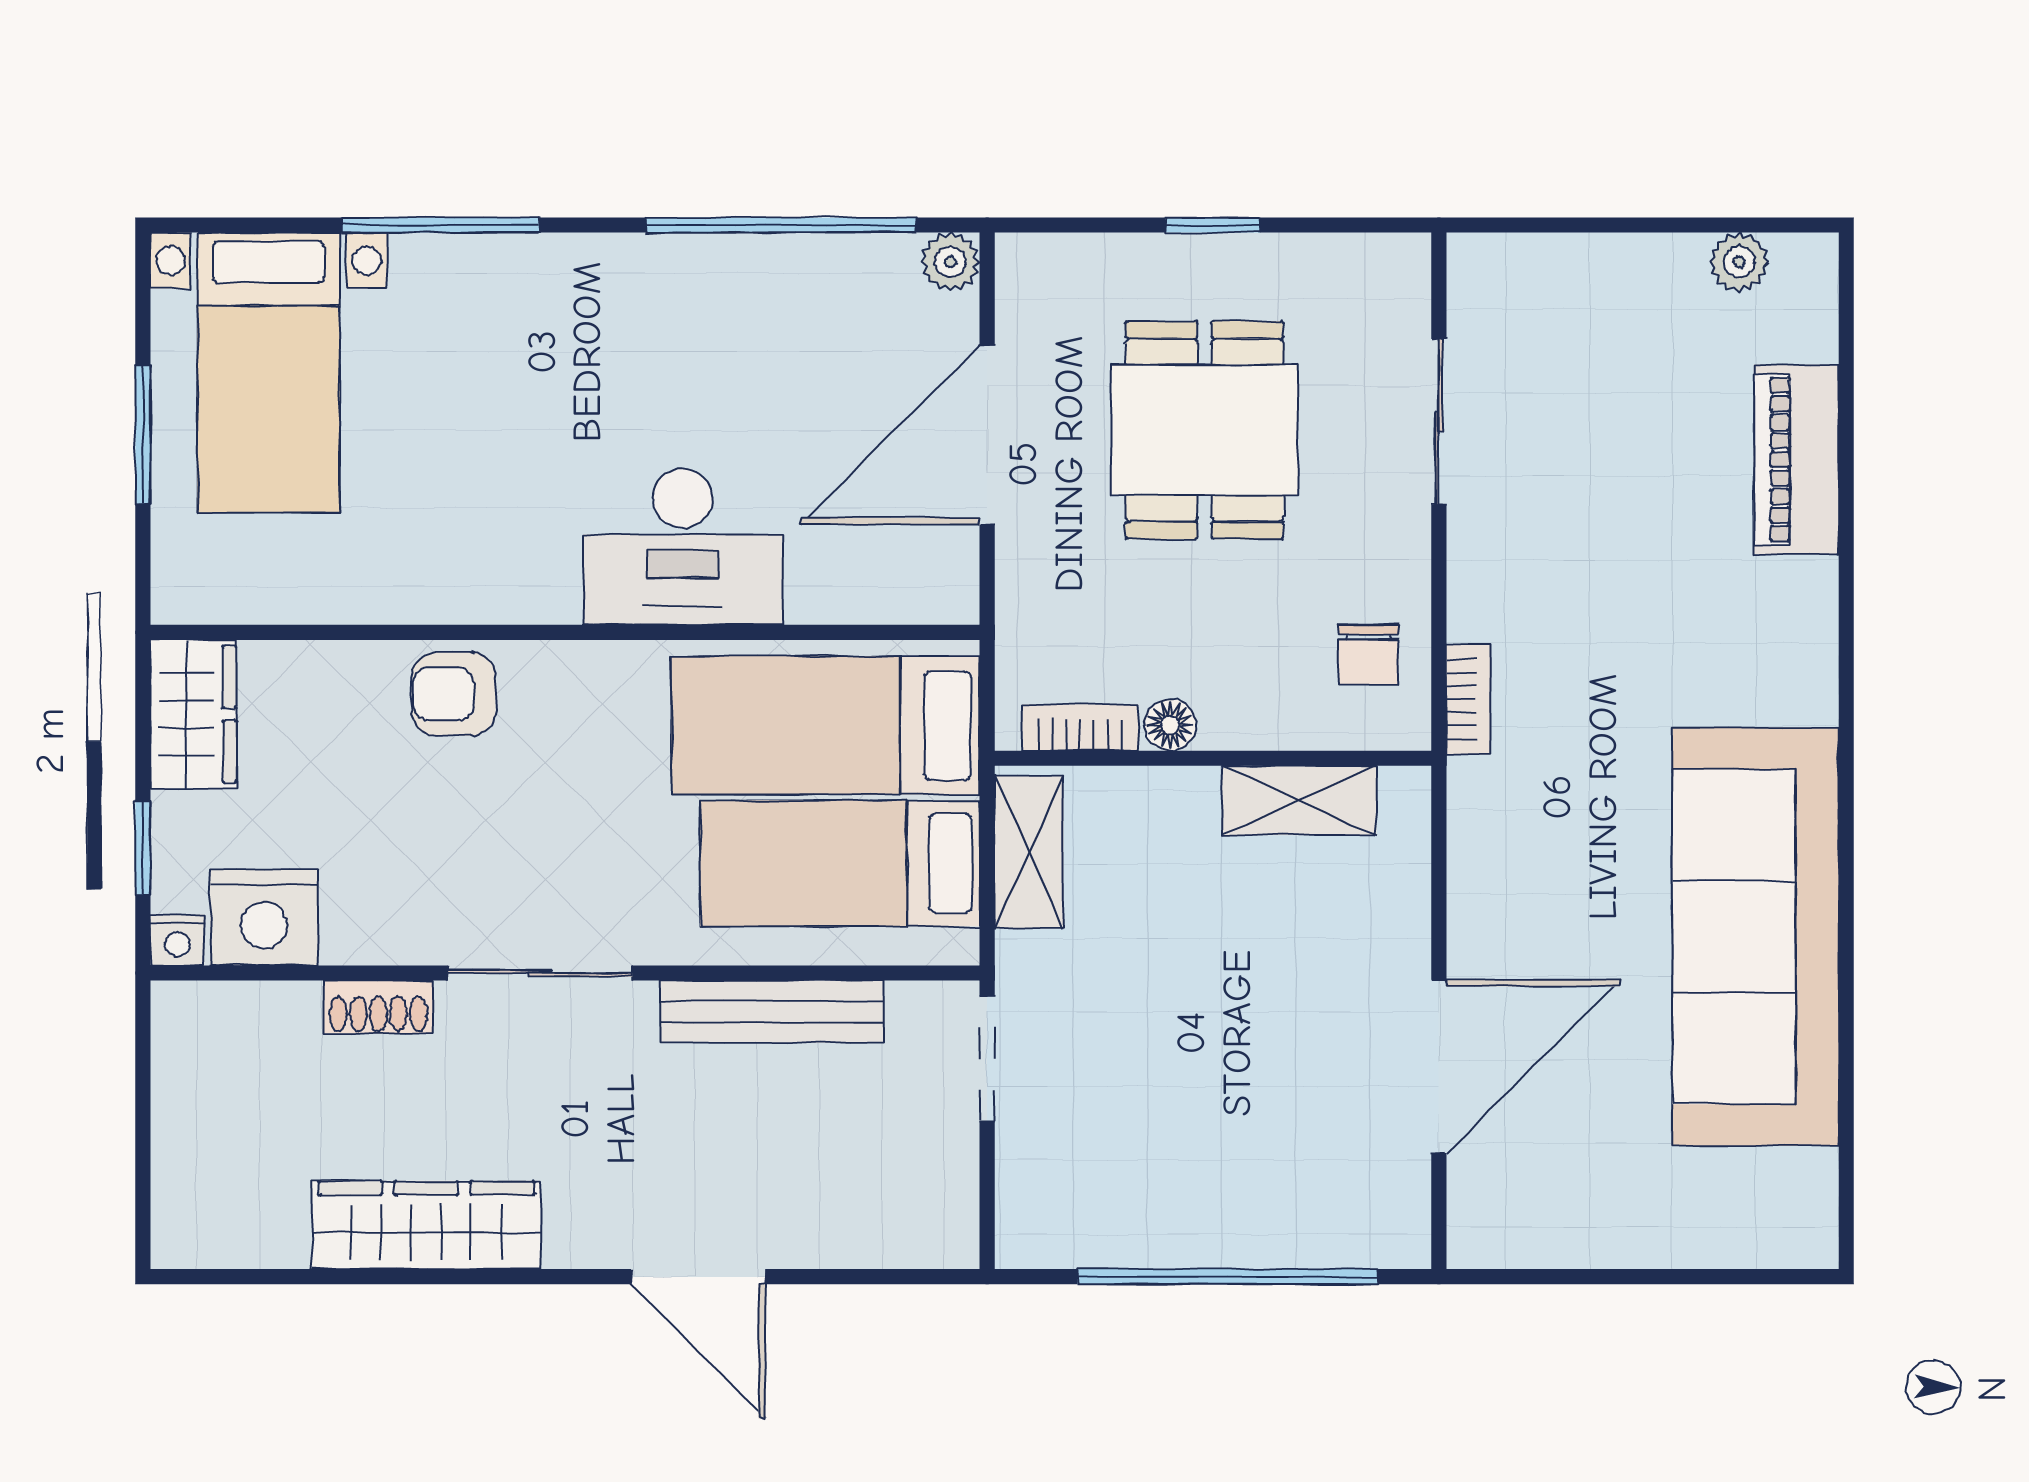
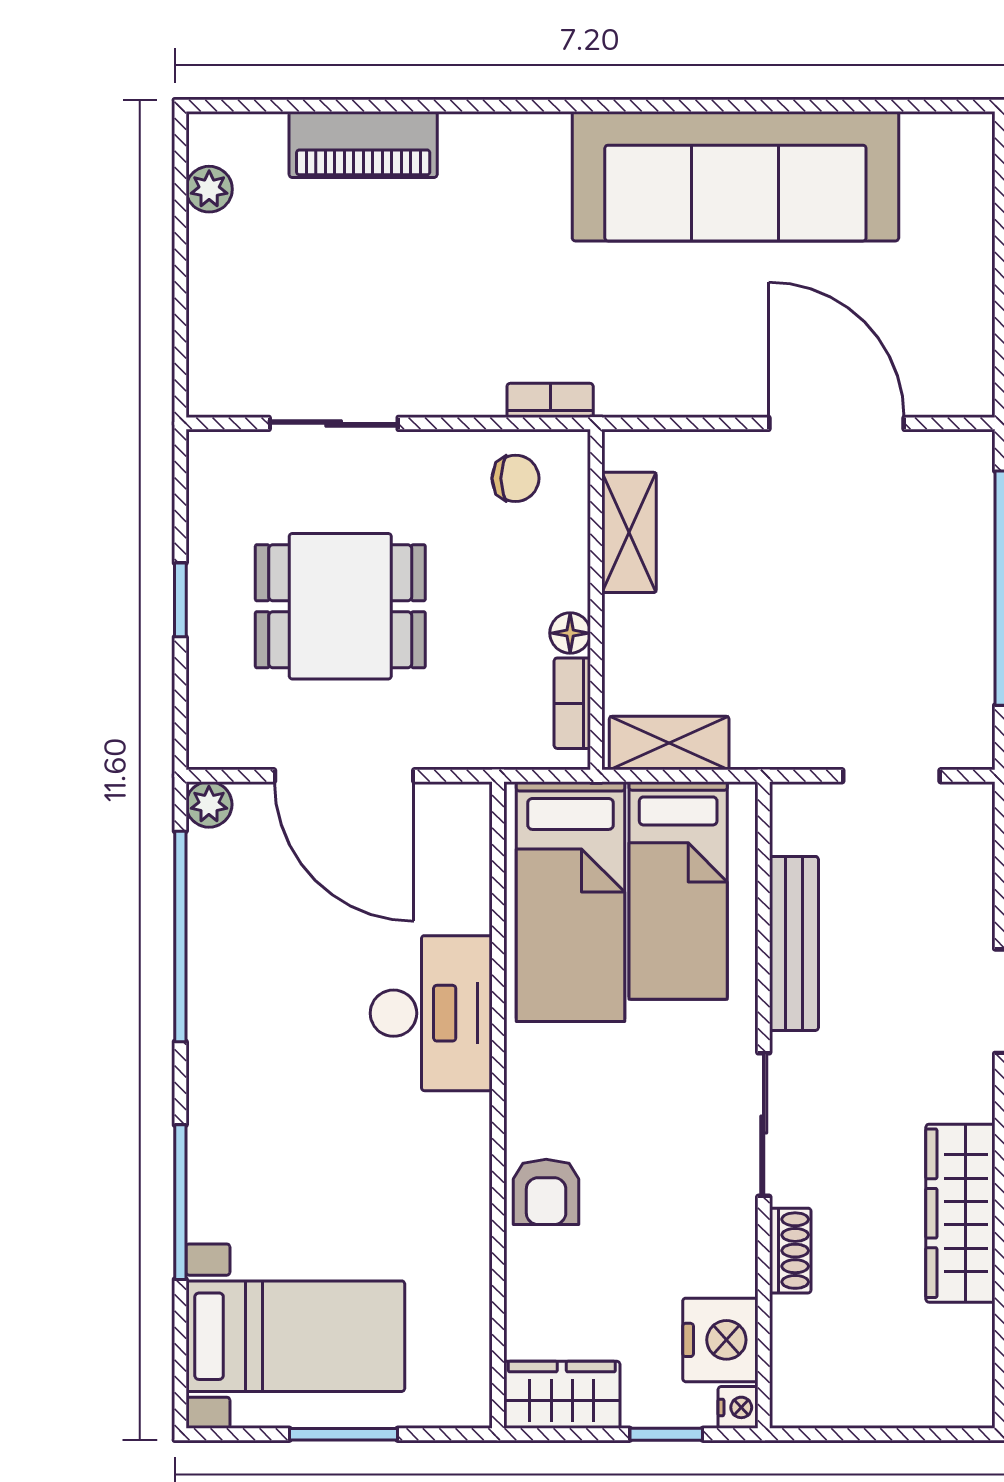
doorway: (987, 1059) -> (891, 776), moved

